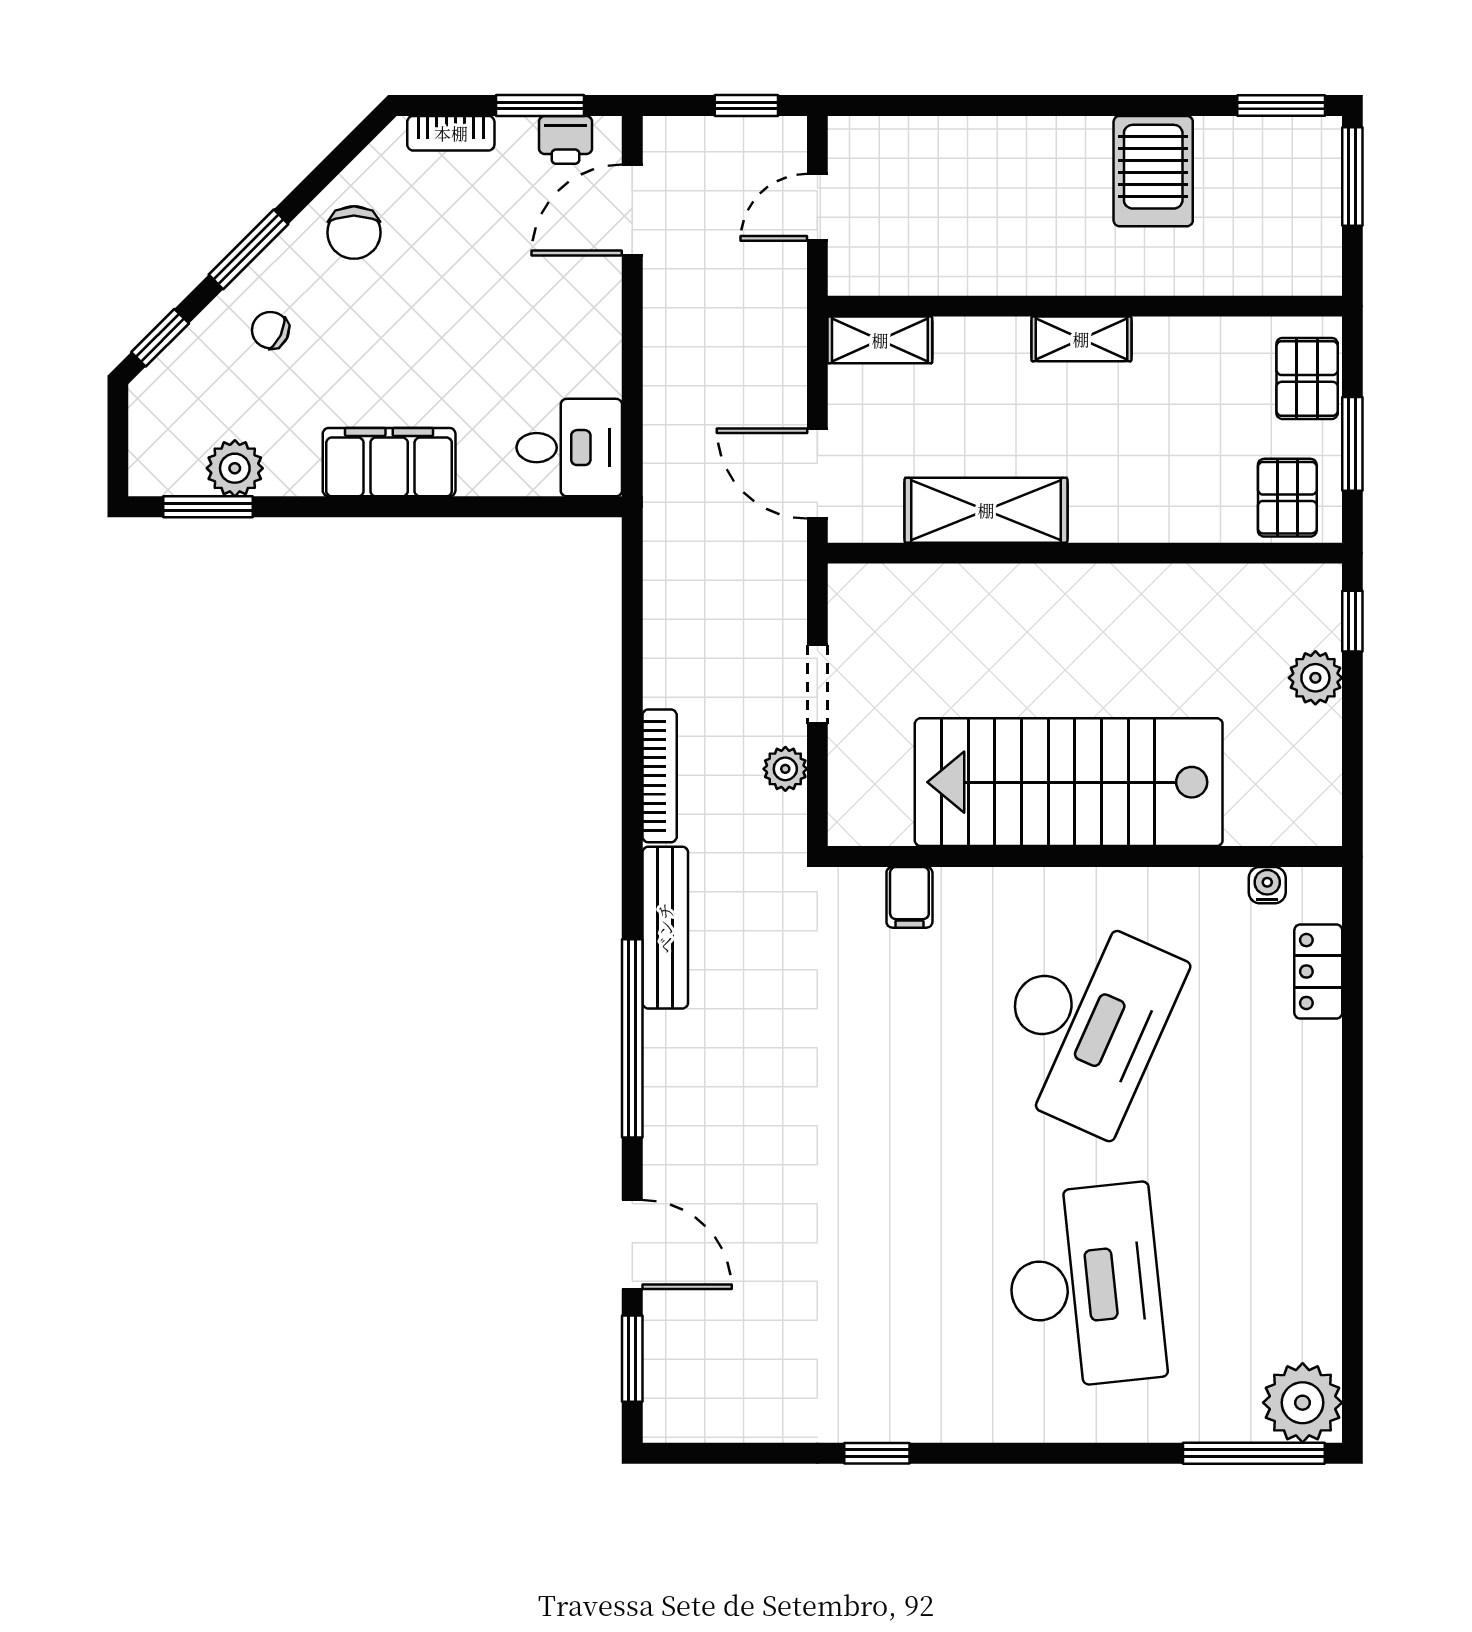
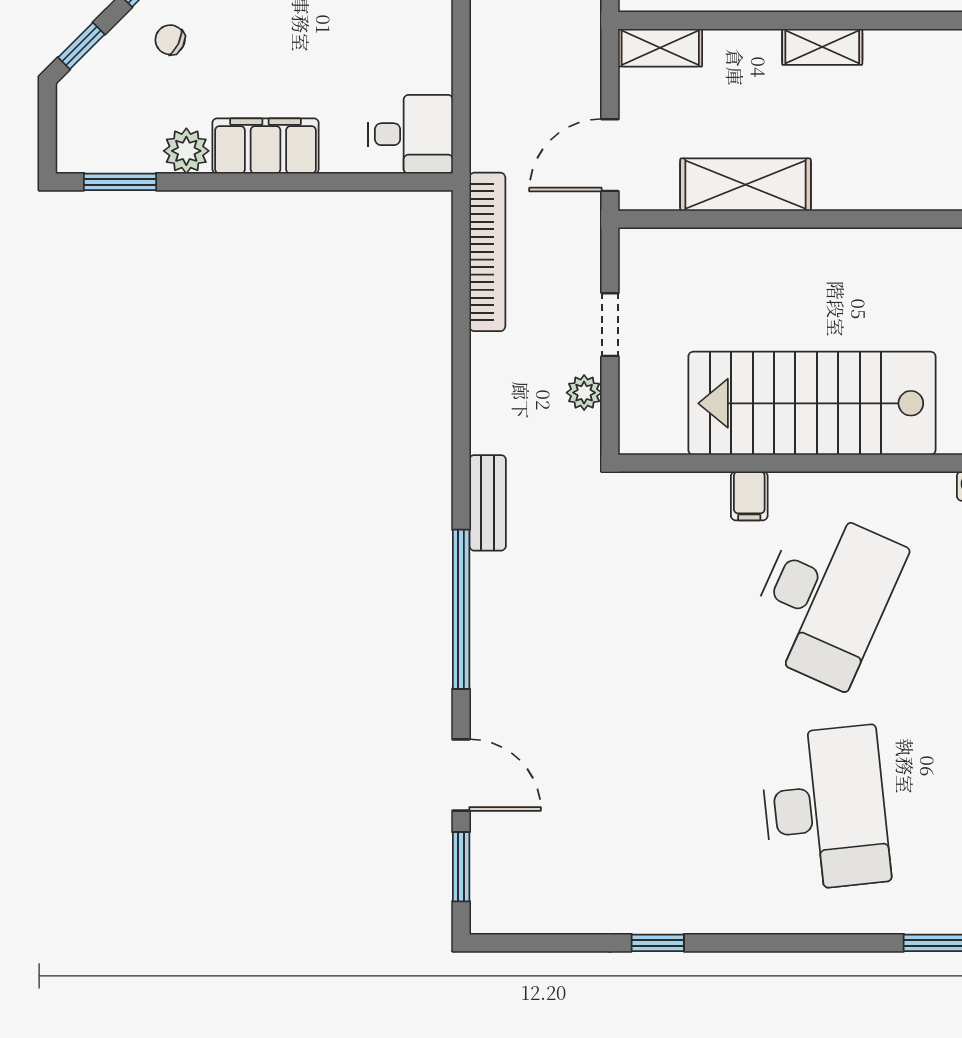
plant: (235, 468) -> (186, 151), moved
door: (817, 474) -> (610, 155), hinge flipped
bookcase: (660, 776) -> (487, 252), moved, width x1.48, depth x1.31
filing cabinet: (909, 897) -> (749, 496), moved
bench: (665, 928) -> (488, 503), width x0.73

